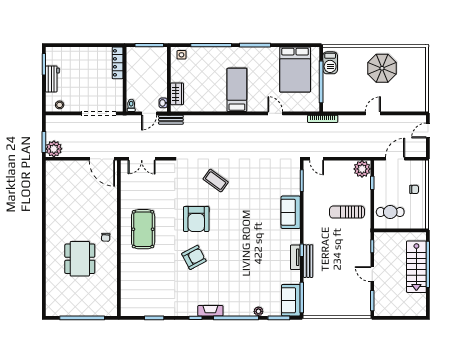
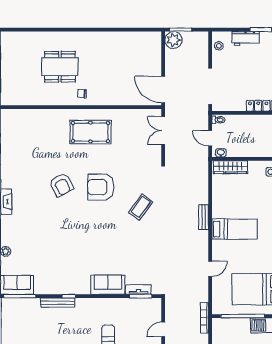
wardrobe: (177, 94) -> (230, 167), width x1.50
bench: (171, 120) -> (204, 217), moved
door: (102, 159) -> (163, 90), hinge flipped
door: (317, 159) -> (163, 329), moved
tv unit: (295, 257) -> (138, 289), moved

